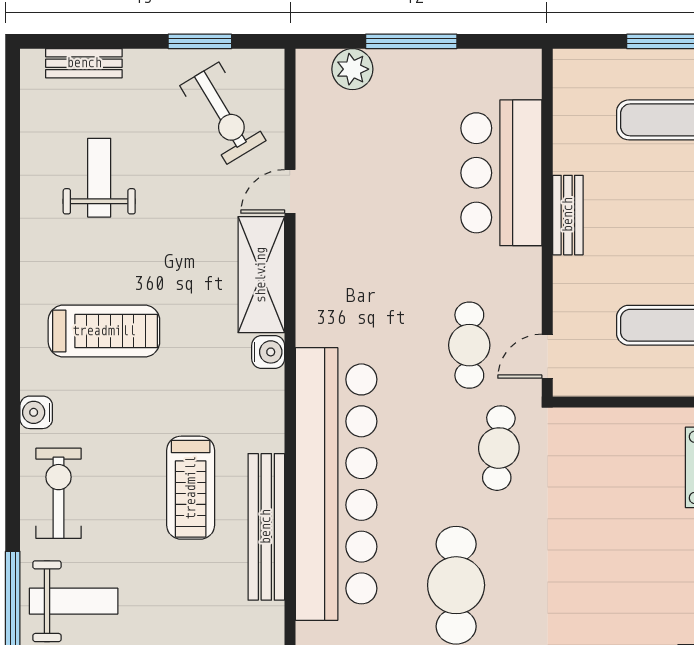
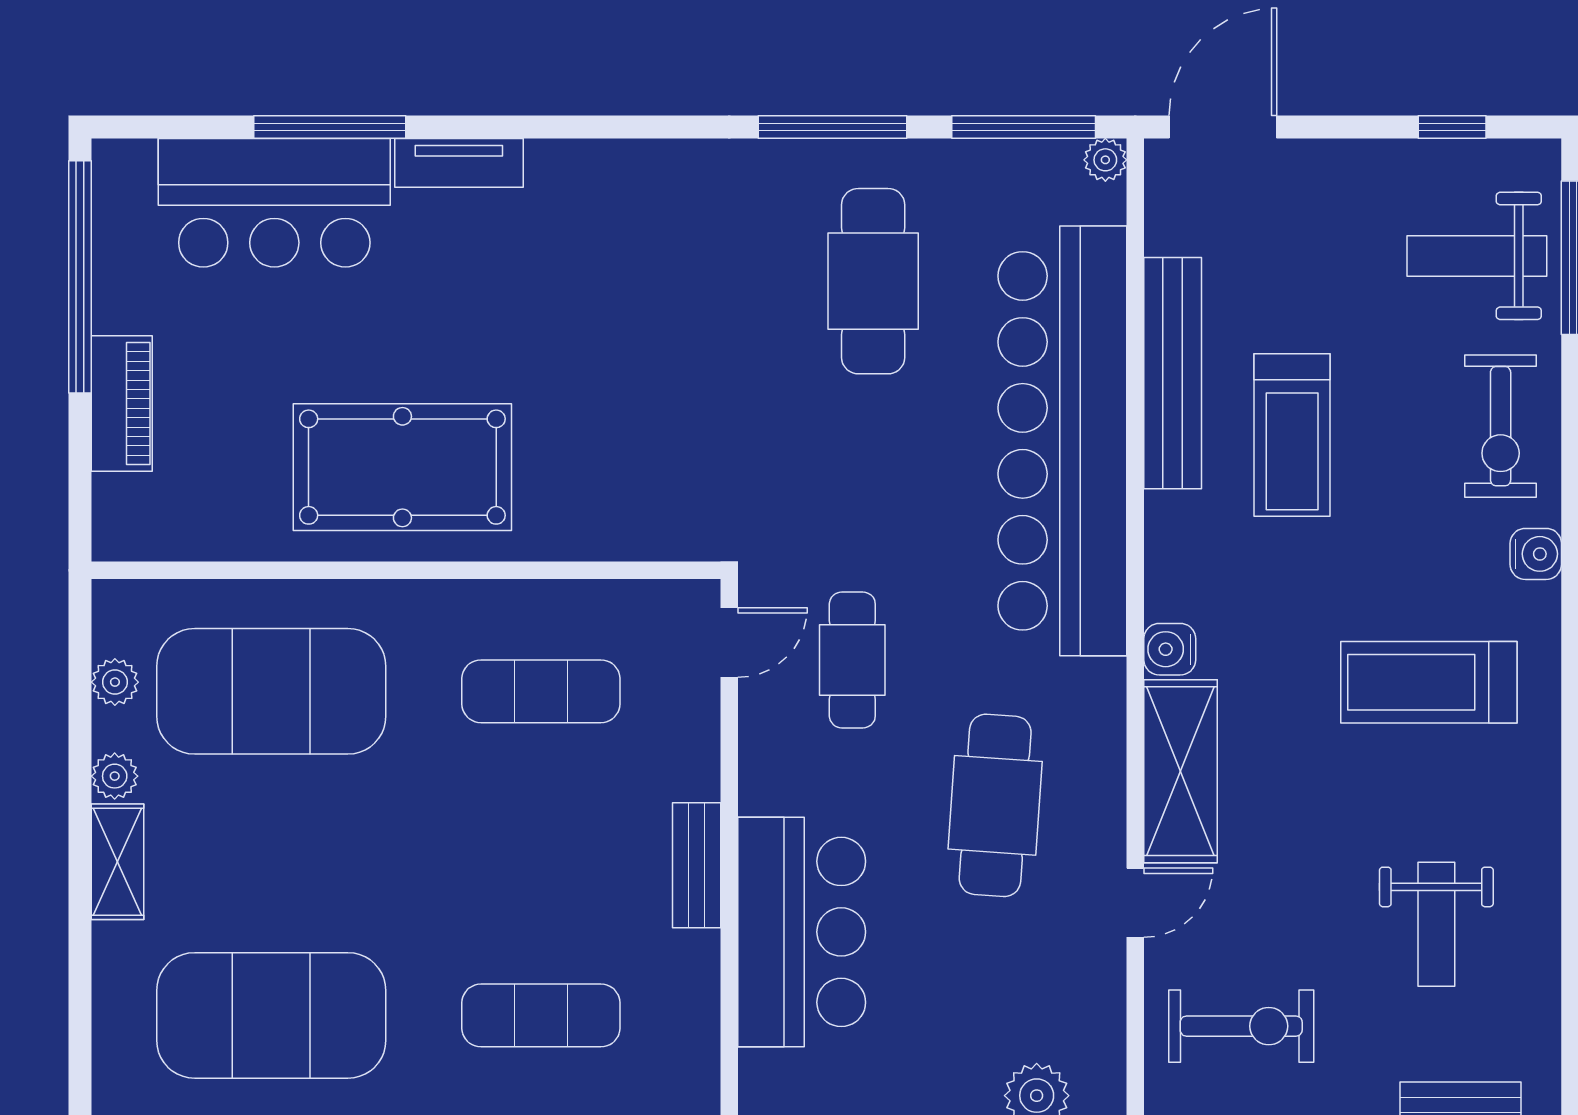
exercise bike: (223, 113) -> (1241, 1026), turned 121
cafe table: (499, 448) -> (995, 805), moved, width x1.37, depth x1.35
treadmill: (191, 488) -> (1292, 435), turned 180

